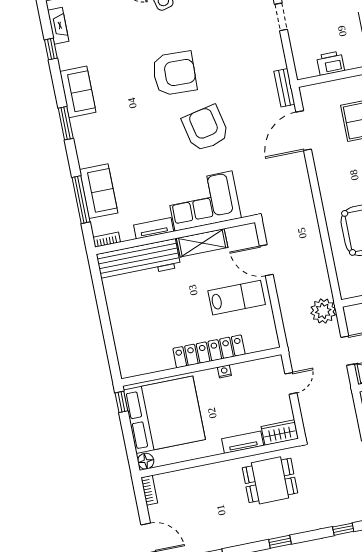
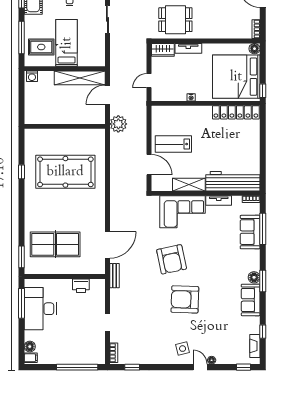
floor lamp: (79, 126) -> (254, 277), added
locker: (209, 351) -> (236, 112), moved

